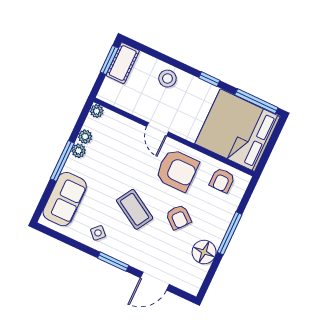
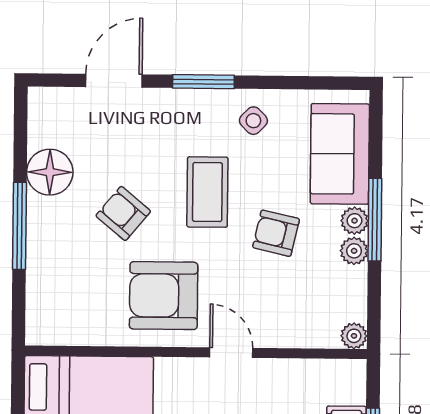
plant: (85, 137) -> (354, 221), moved
armchair: (222, 180) -> (276, 233), moved, turned -77
coffee table: (135, 209) -> (207, 192), turned 59

